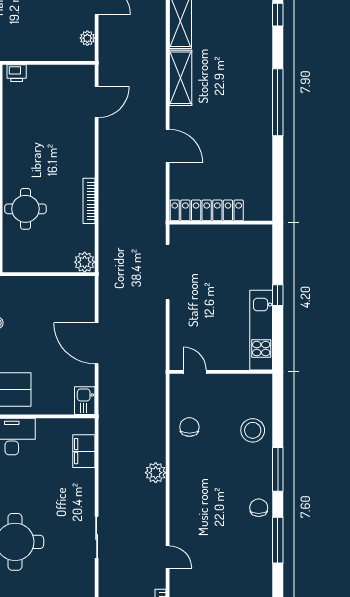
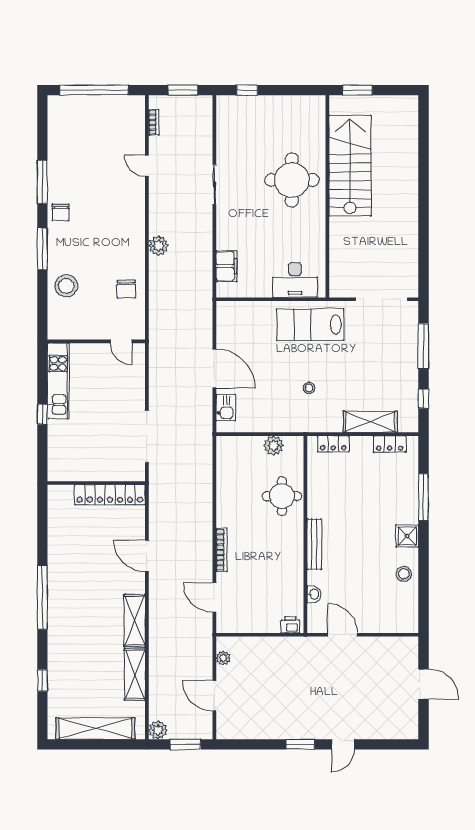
door: (97, 102) -> (214, 597), hinge flipped
bookcase: (89, 201) -> (222, 550), moved
plant: (85, 262) -> (274, 446), moved
kitchen sink: (85, 401) -> (226, 408), moved

